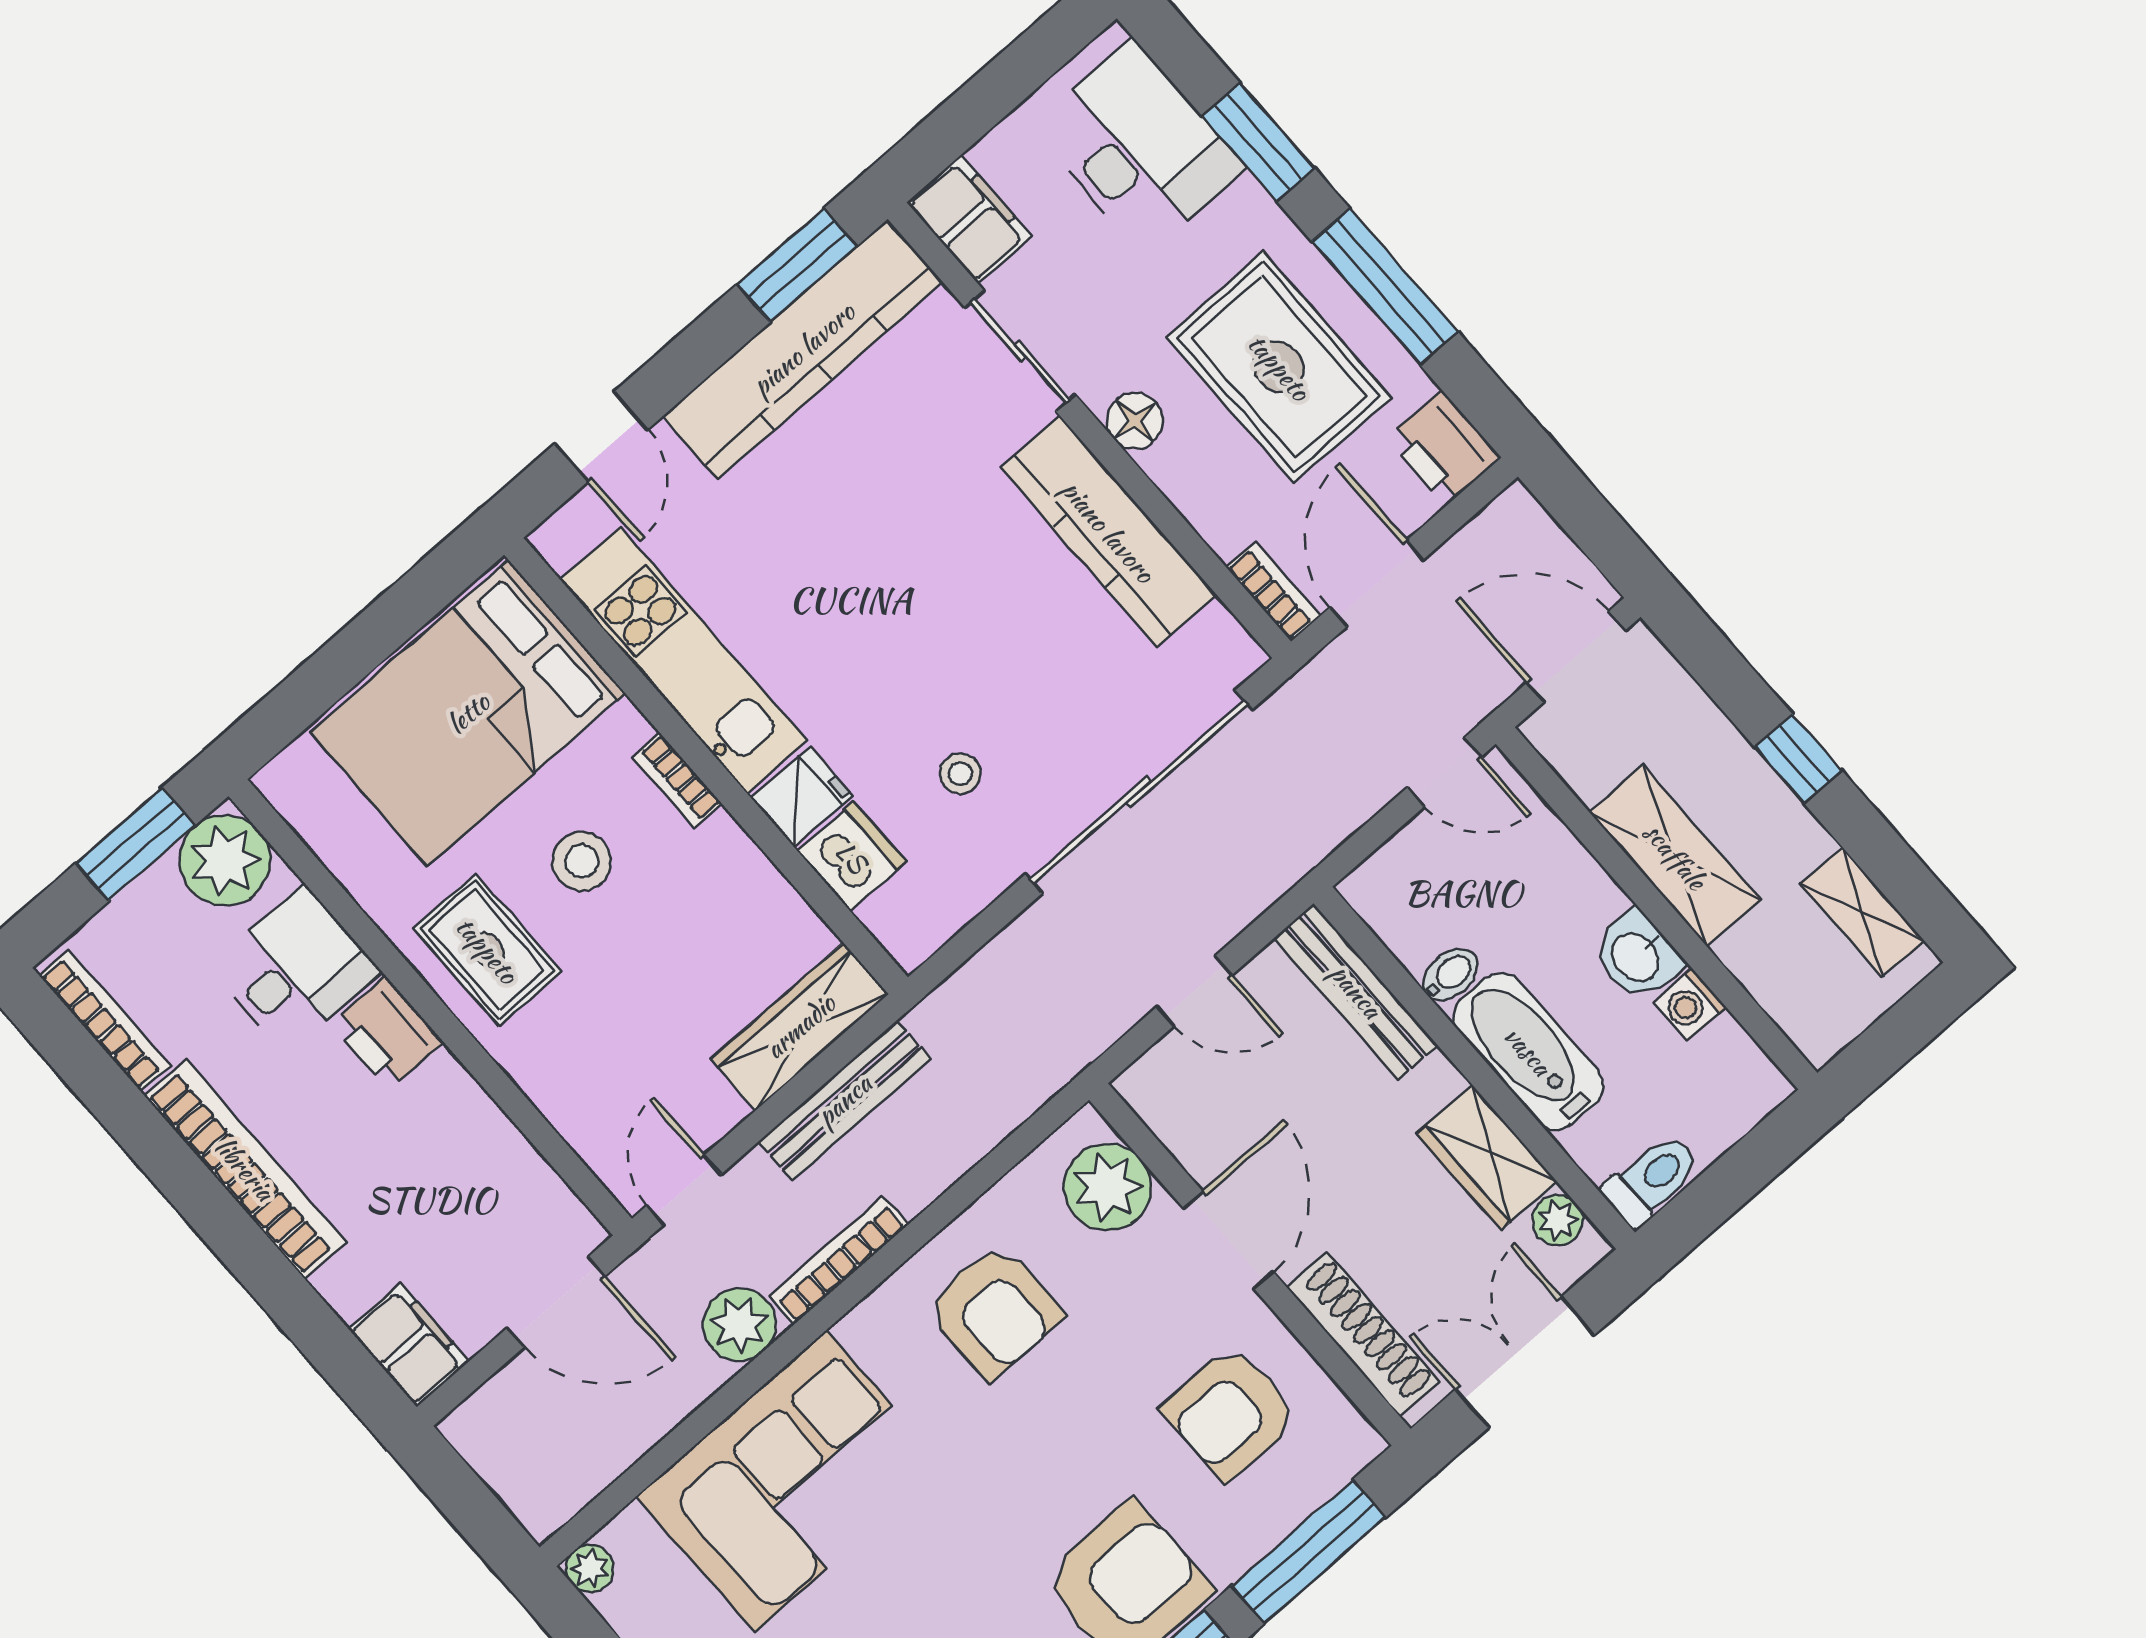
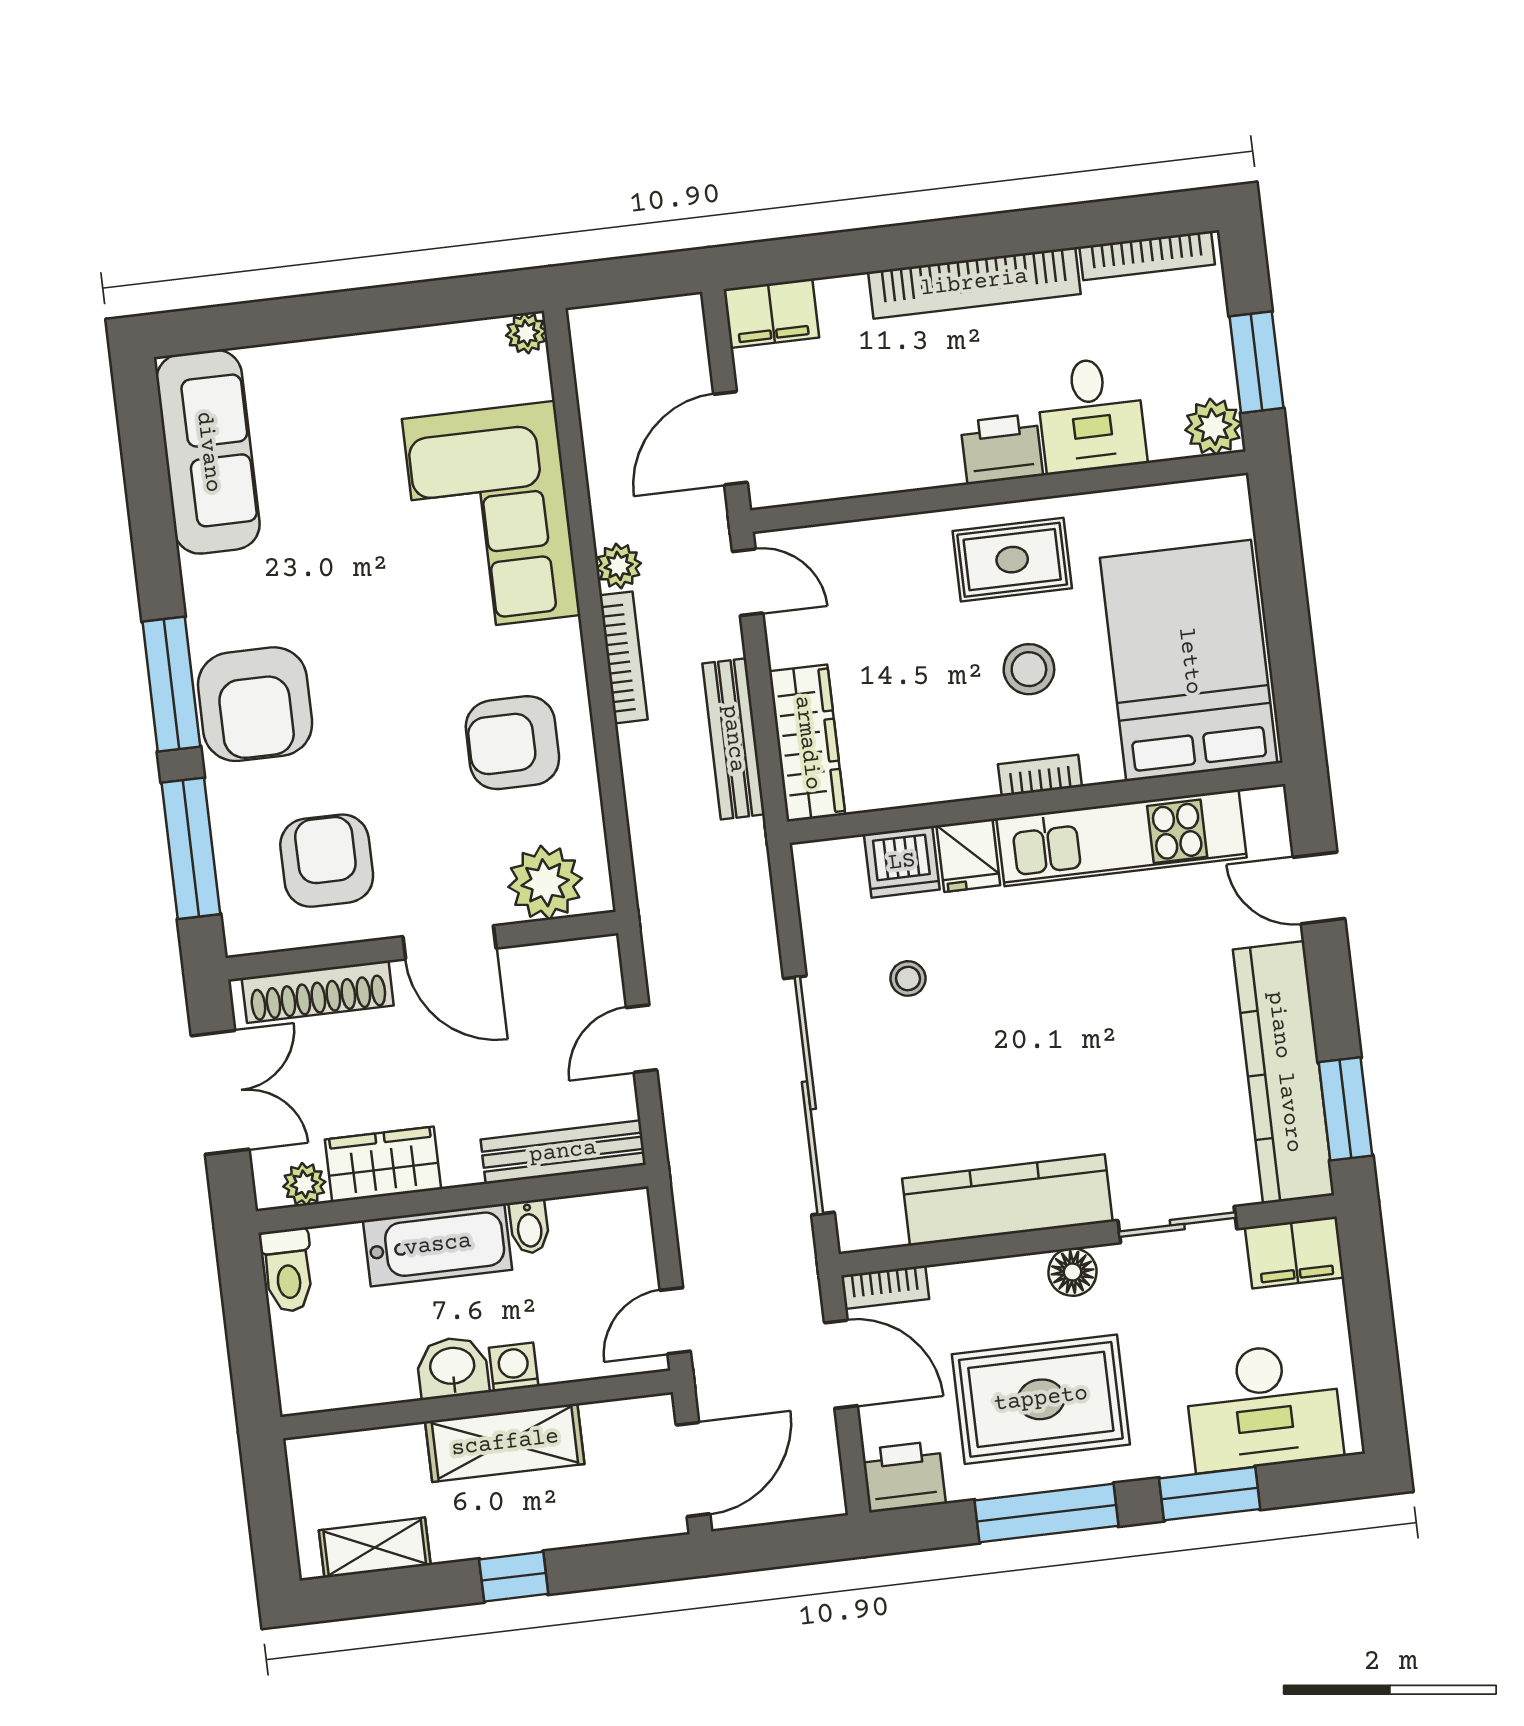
plant: (225, 860) -> (1213, 427), width x0.73, depth x0.73
washing machine: (1690, 1004) -> (514, 1367), moved
plant: (739, 1325) -> (619, 566), width x0.73, depth x0.73

